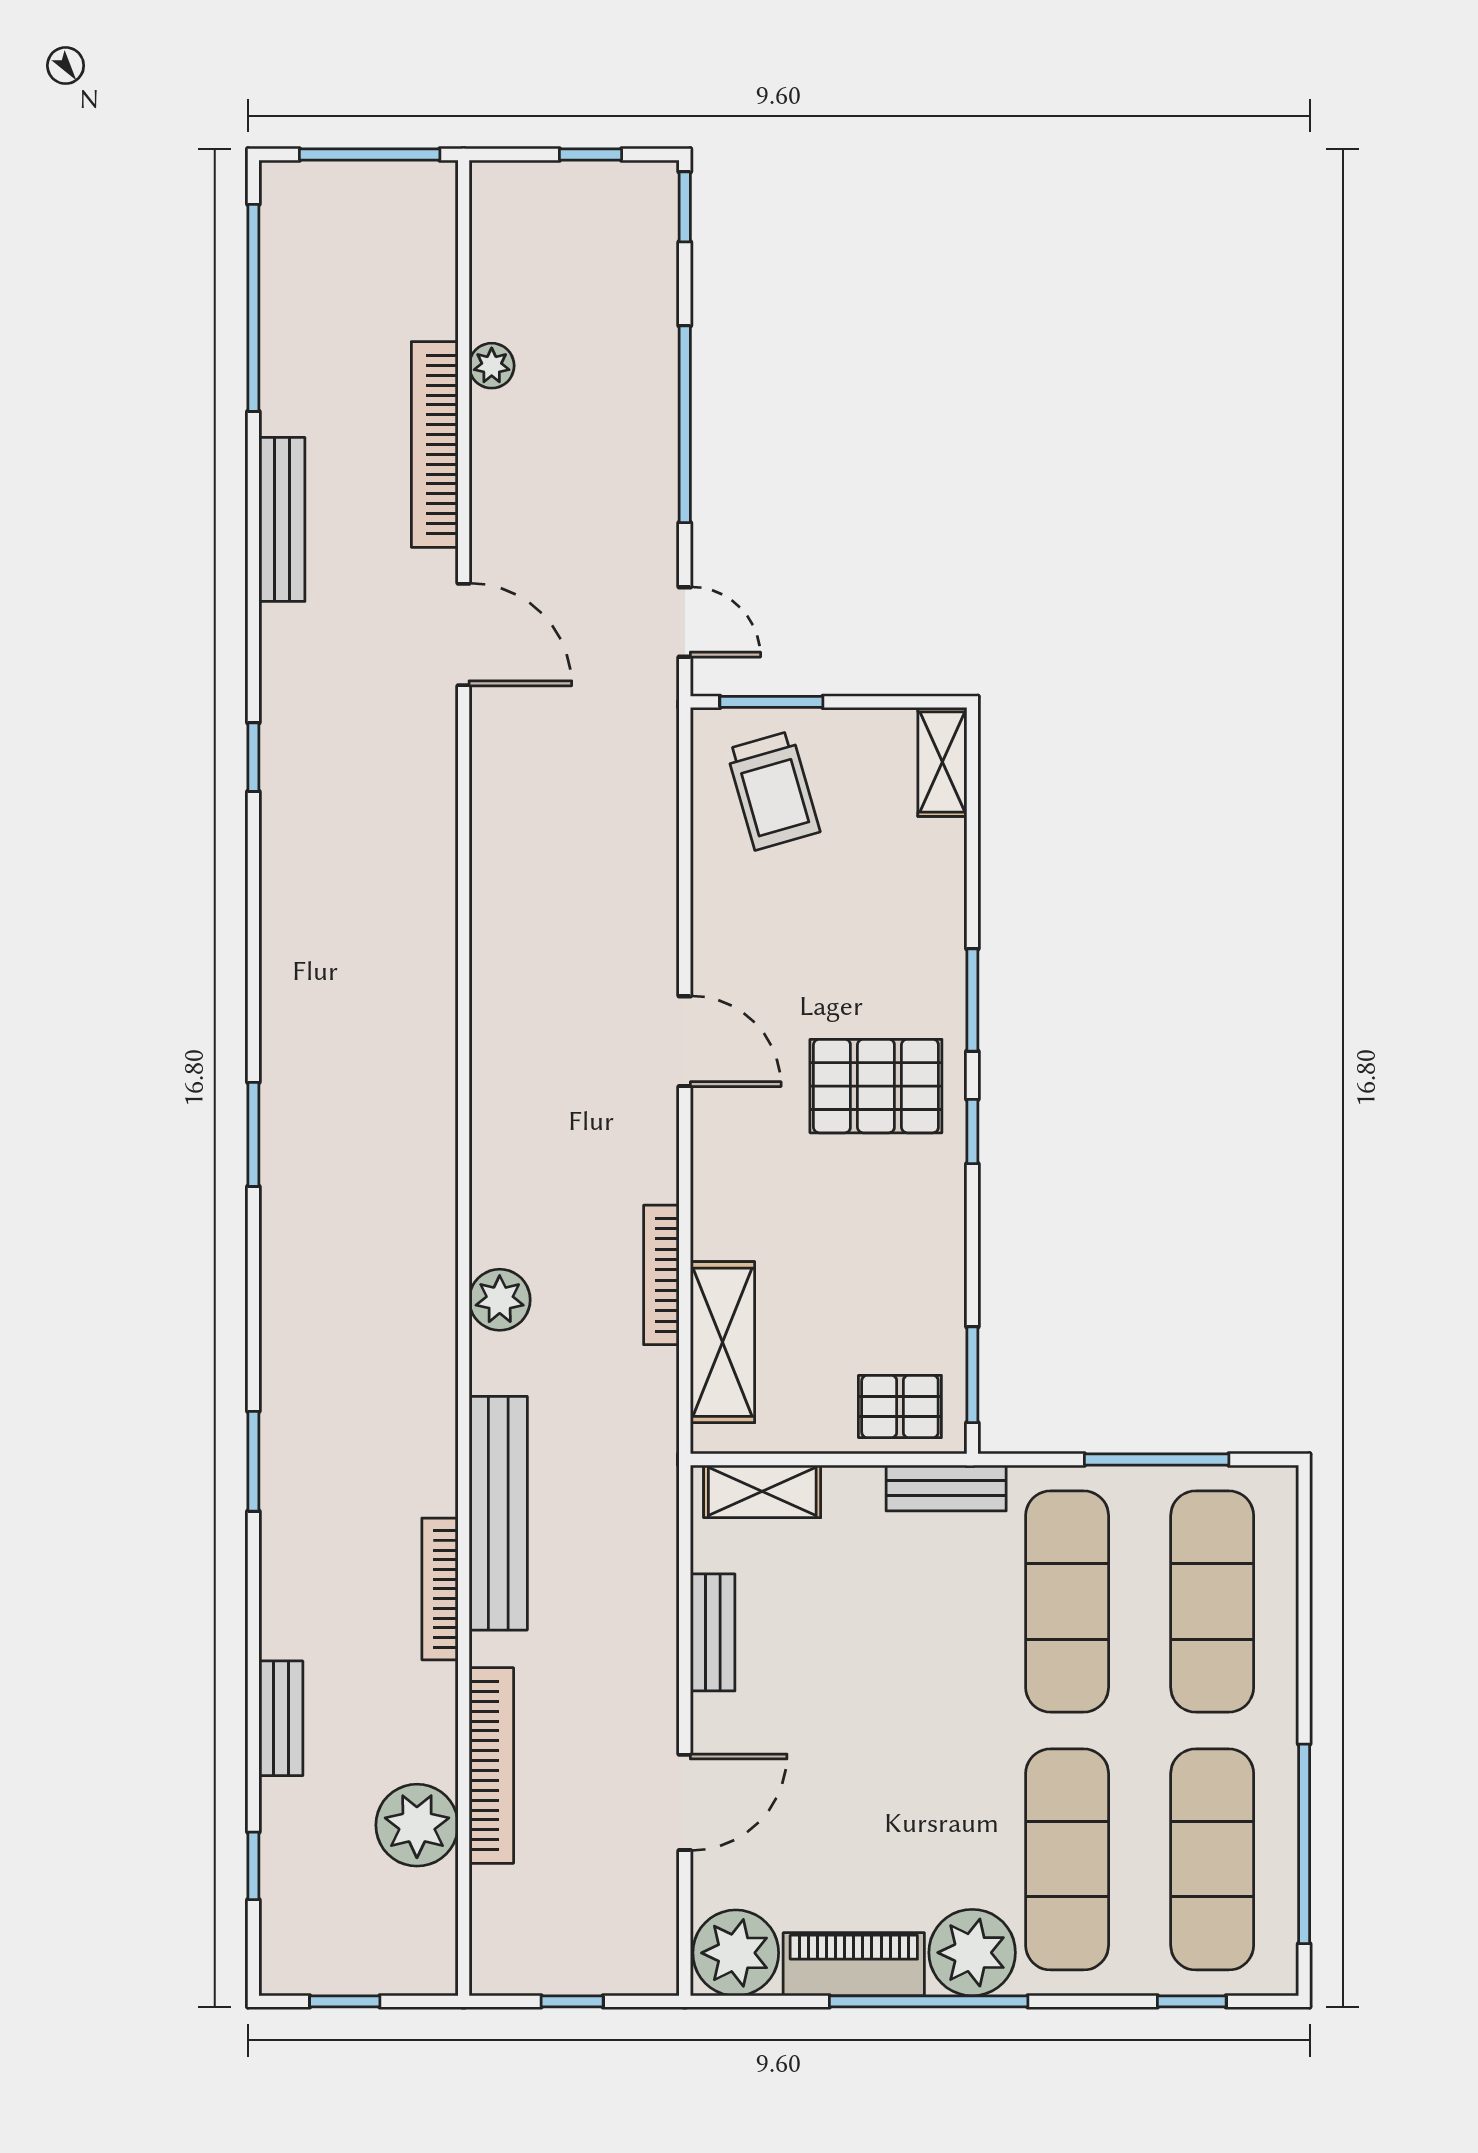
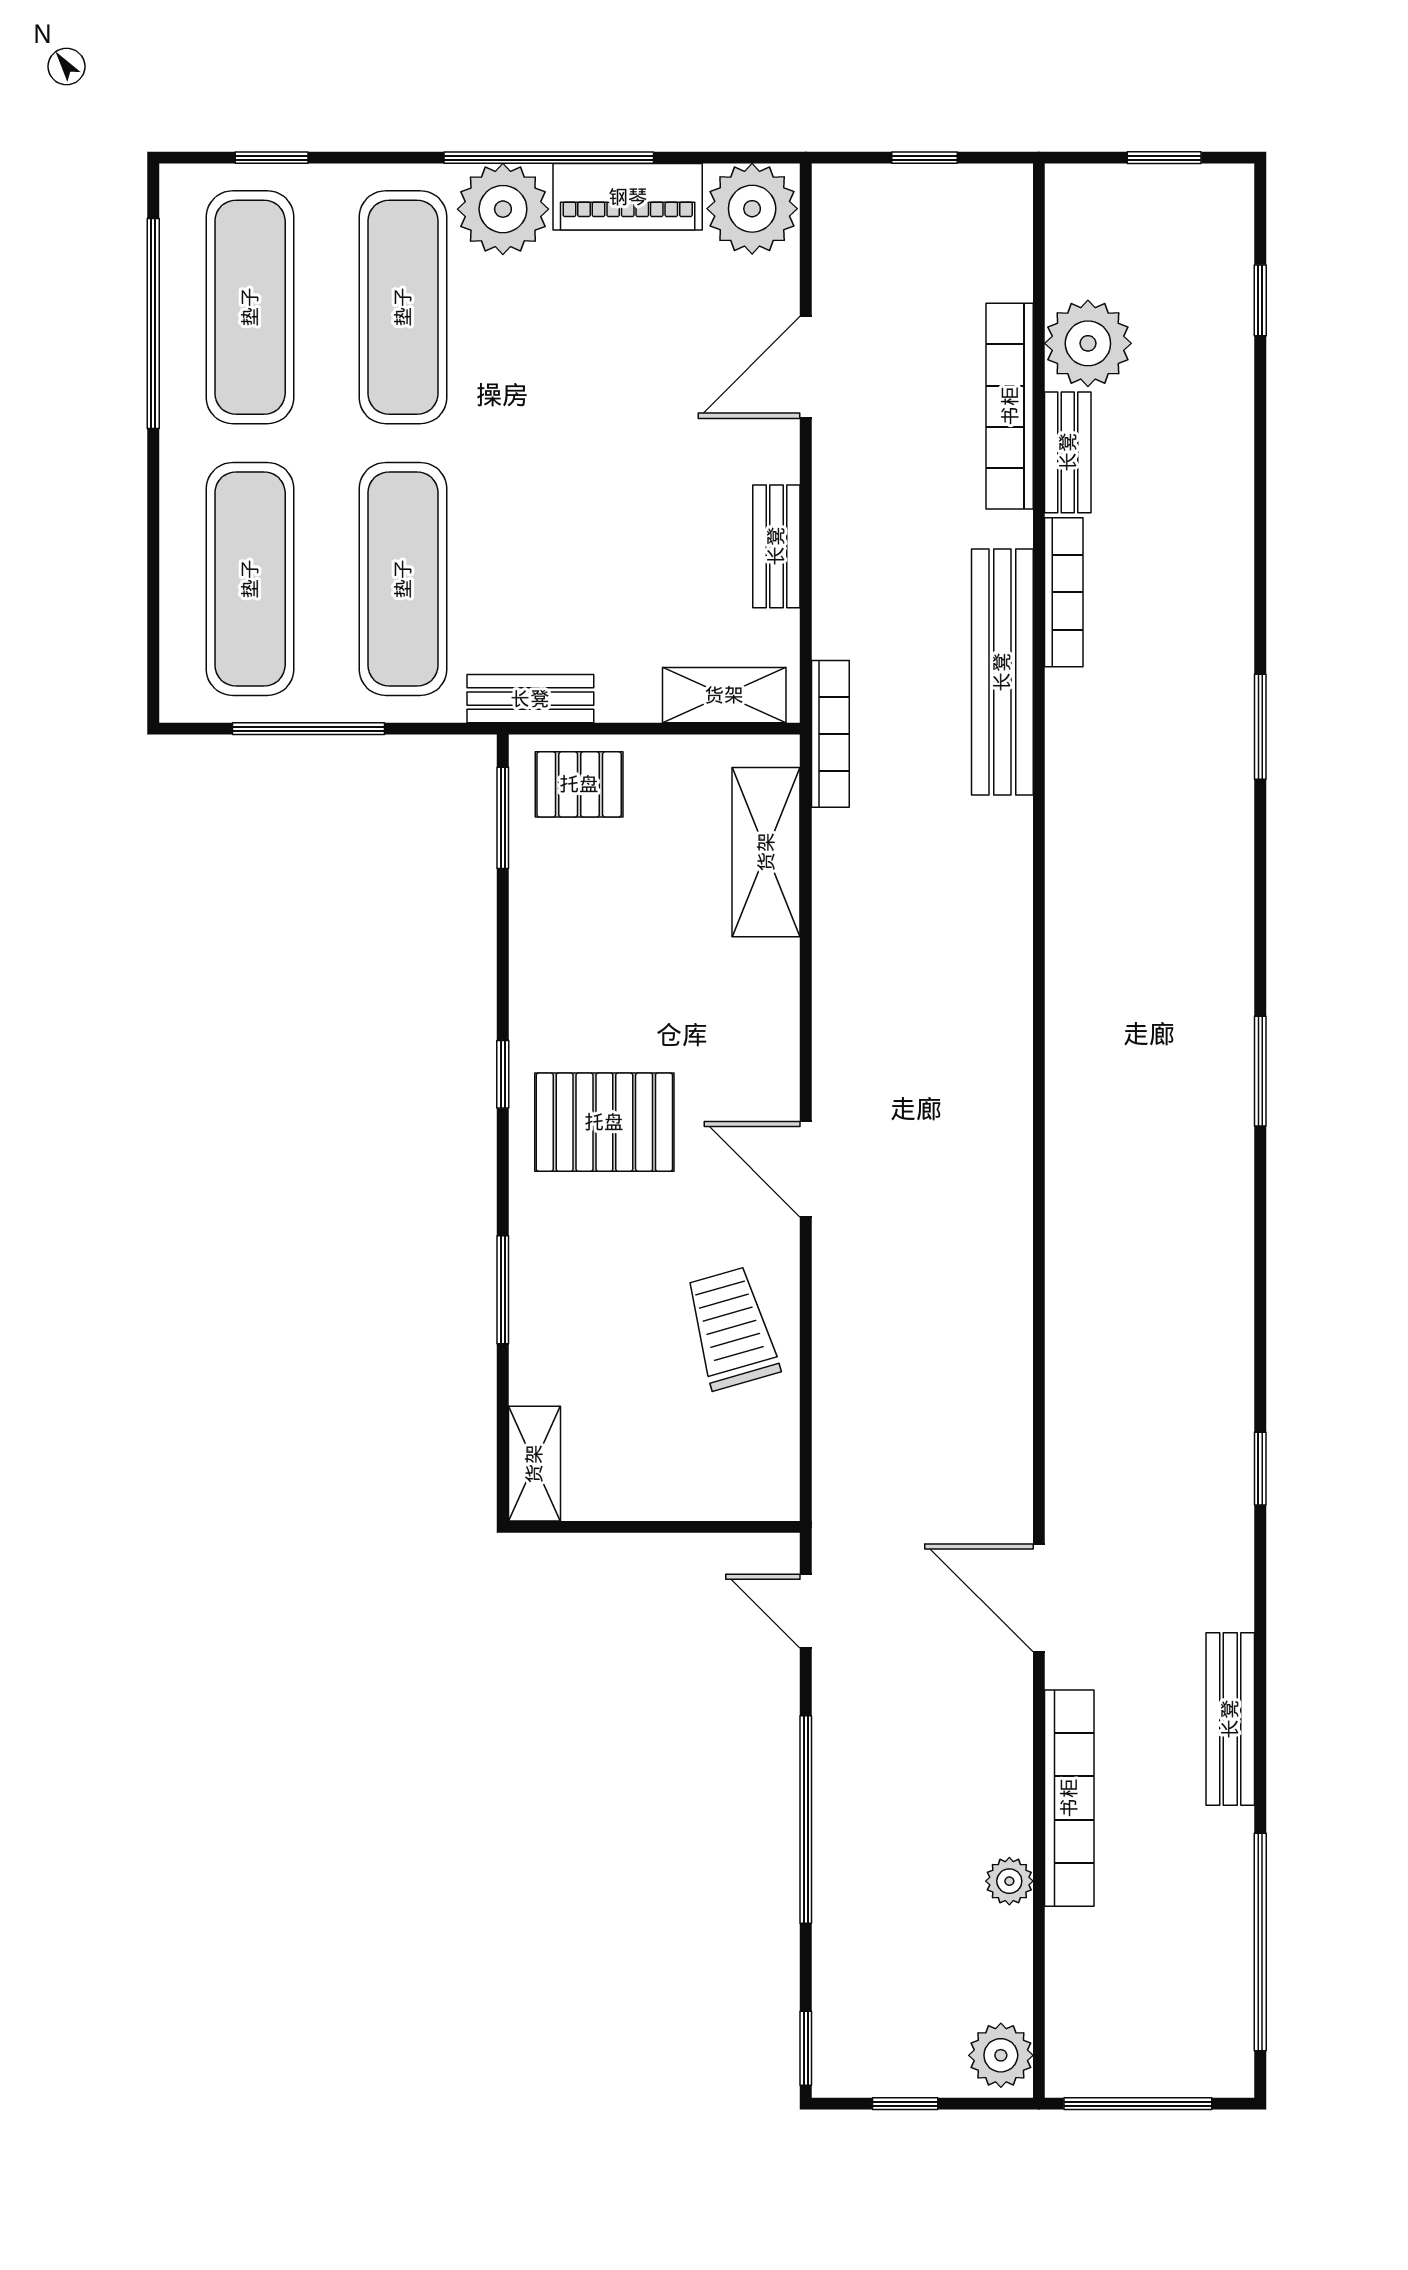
window: (771, 702) -> (715, 1527), removed
trolley: (773, 791) -> (732, 1328), moved
window: (972, 1000) -> (503, 1290), moved
bookcase: (661, 1275) -> (830, 734), moved
plant: (500, 1300) -> (1001, 2055), moved
bench: (281, 1718) -> (1068, 452), moved

